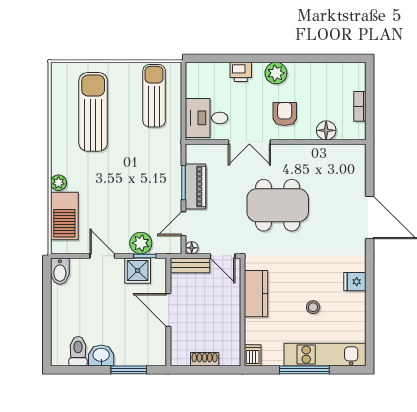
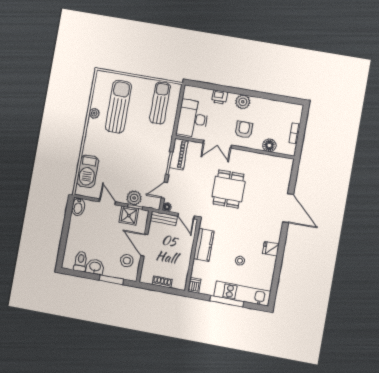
desk: (207, 118) -> (193, 119), width x1.37
plant: (59, 183) -> (94, 113), moved
piano: (196, 186) -> (179, 154), moved
dining table: (278, 205) -> (228, 189), width x0.73
stool: (147, 338) -> (127, 261), added

